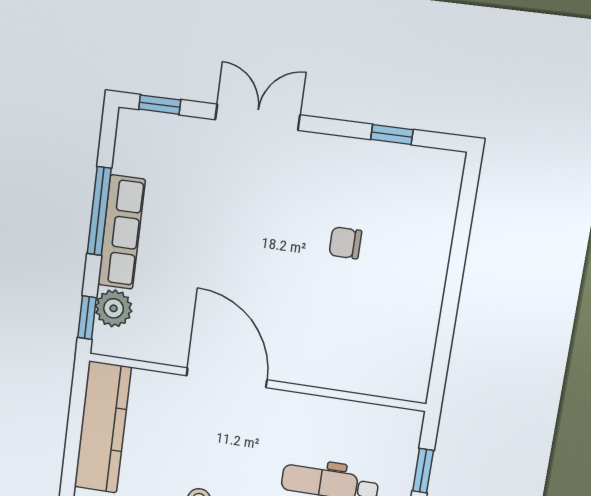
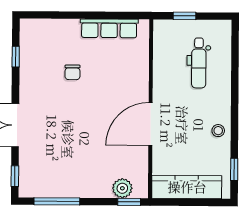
window: (99, 211) -> (57, 201), moved
row of seats: (121, 232) -> (109, 28), moved, turned 180

